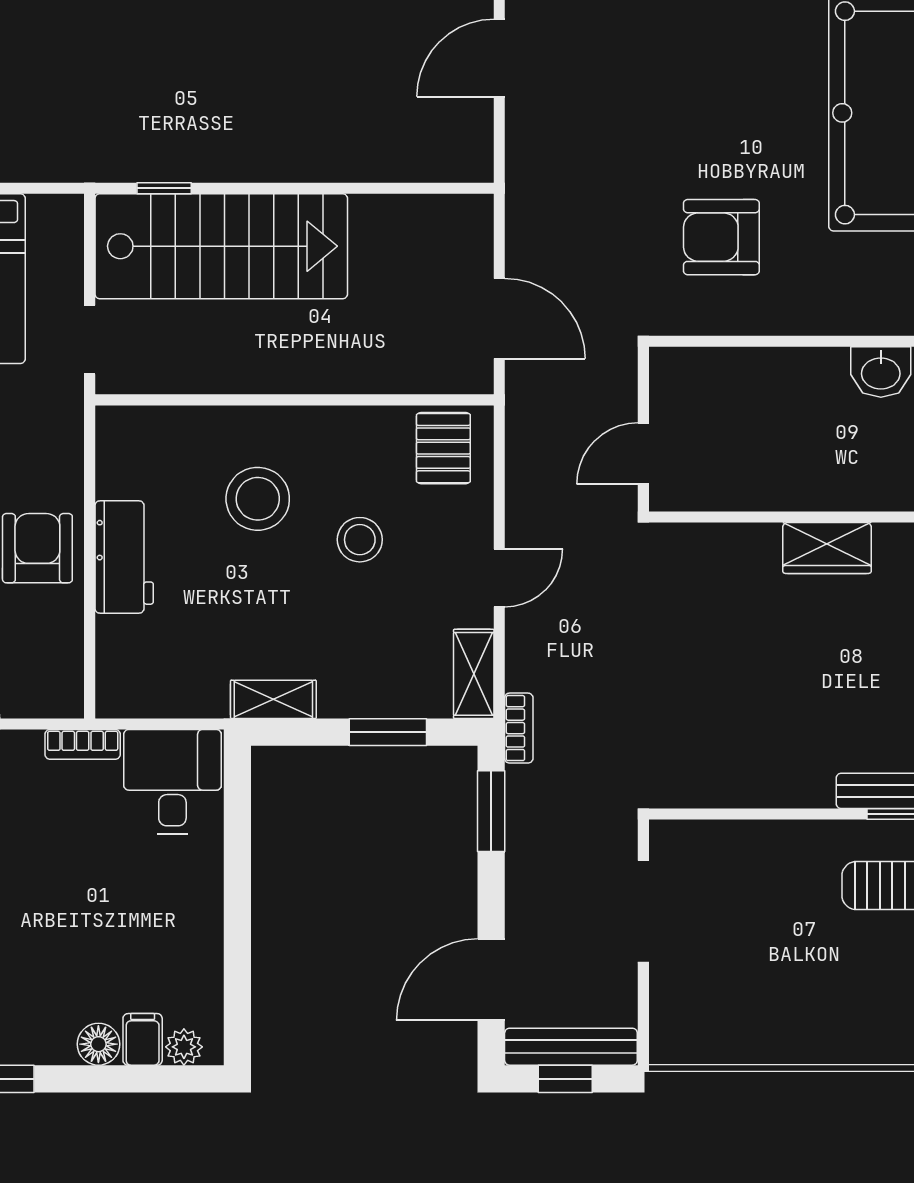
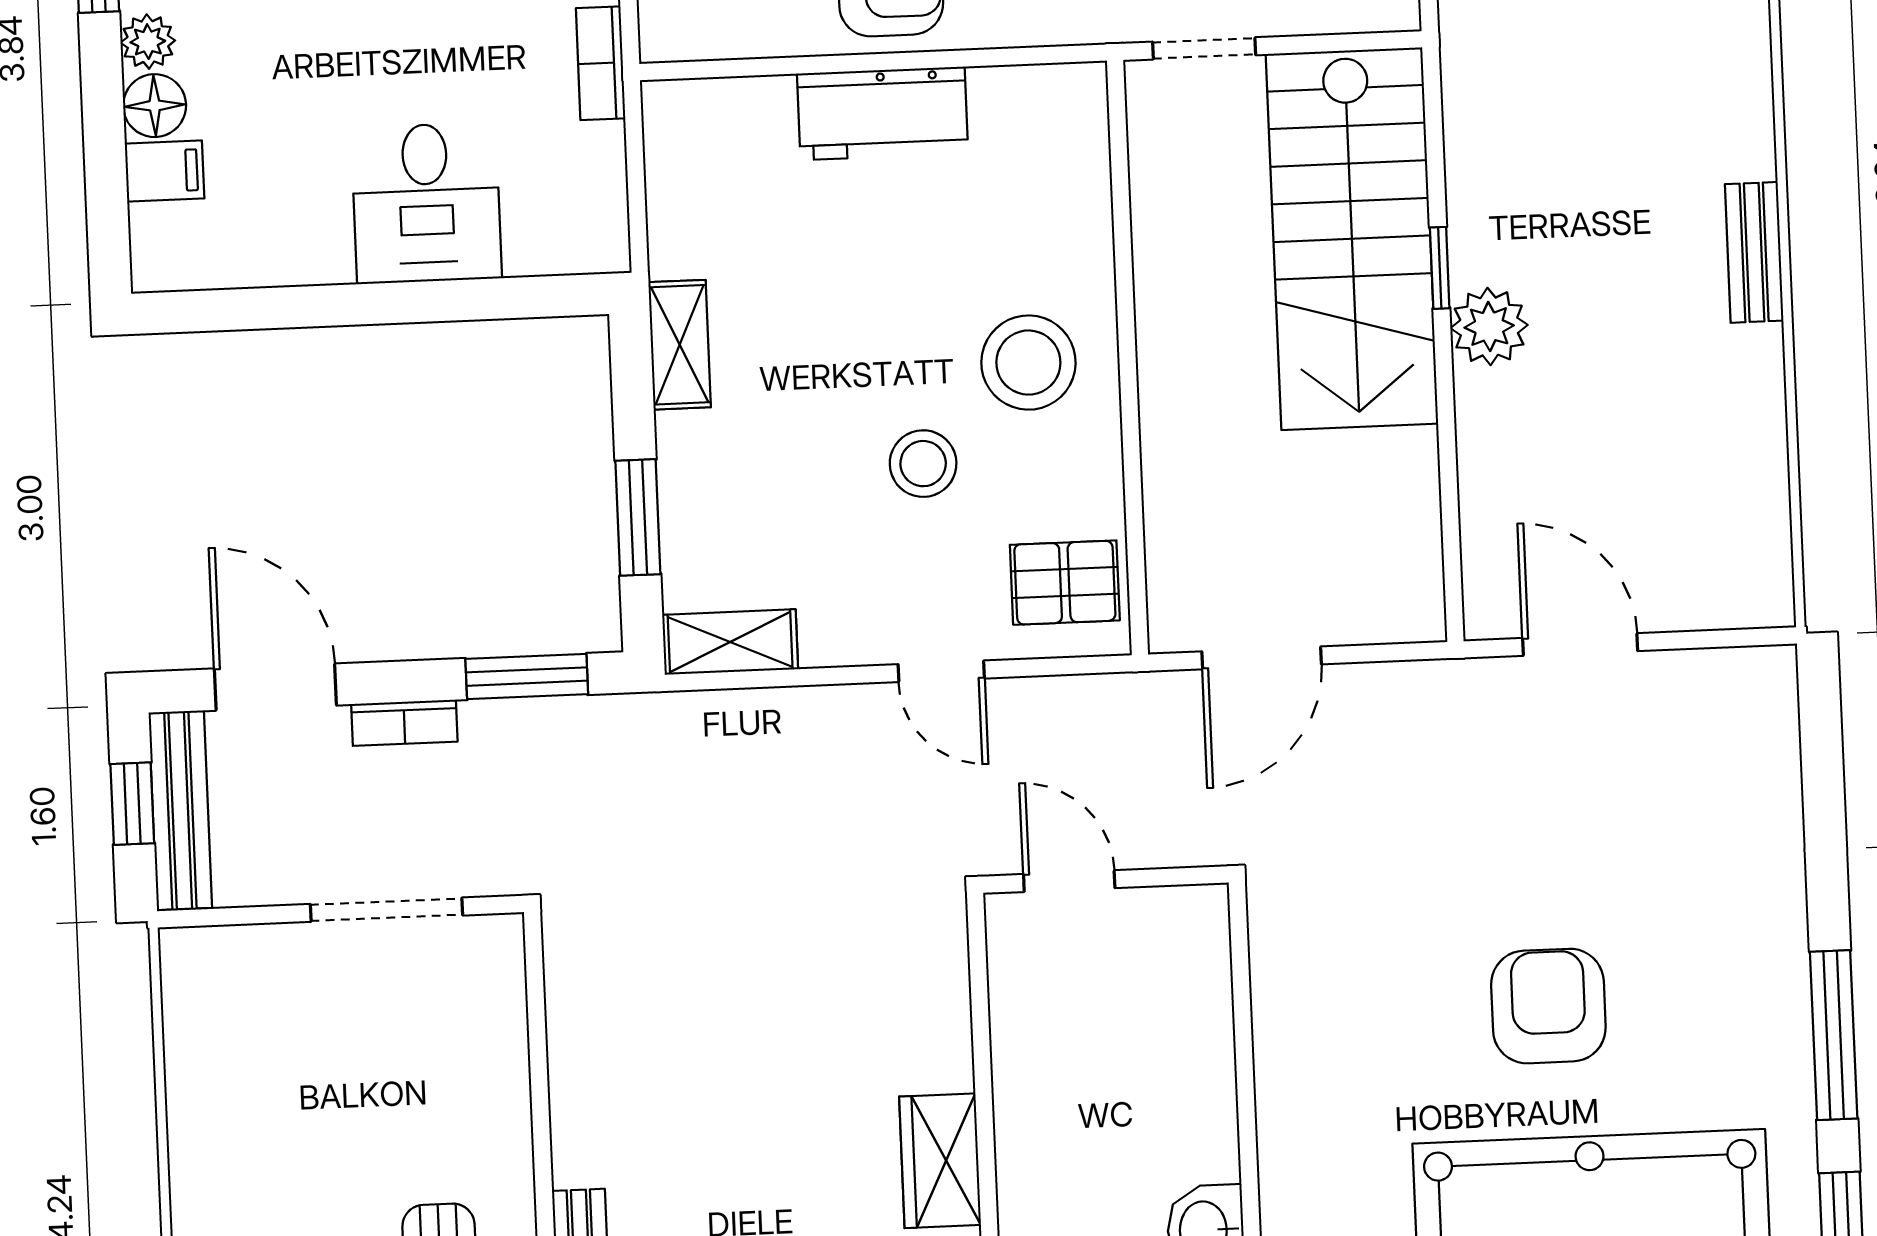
door: (499, 58) -> (1580, 645), moved
plant: (284, 157) -> (1489, 327), added
window: (164, 188) -> (1440, 268), moved
armchair: (721, 237) -> (1548, 1006), moved
stool: (258, 499) -> (1028, 363), moved
door: (499, 578) -> (941, 671), moved
bookcase: (519, 728) -> (404, 723), moved
desk: (172, 782) -> (426, 203), moved, turned 90
plant: (184, 1047) -> (148, 42), moved

